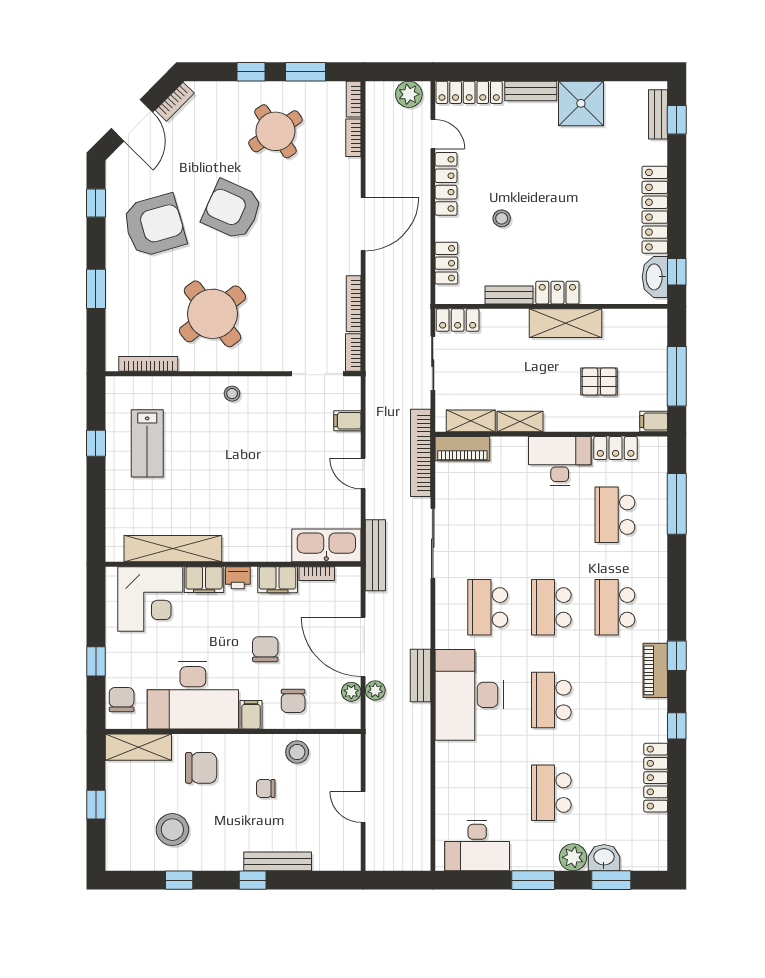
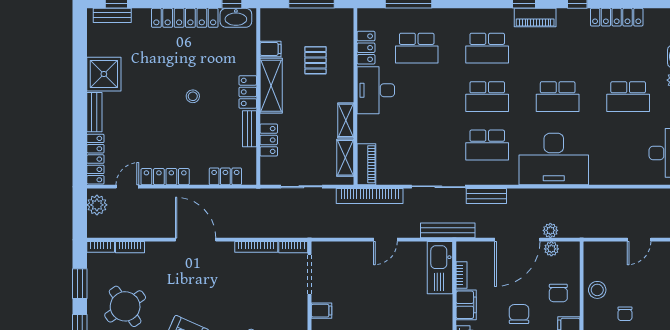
stool: (502, 218) -> (193, 96), moved
locker: (458, 320) -> (269, 140), moved
filing cabinet: (347, 421) -> (321, 311), moved, turned -90
filing cabinet: (654, 422) -> (270, 49), moved, turned -90
chair: (265, 649) -> (519, 314), turned 90
bench: (420, 676) -> (486, 196), moved
chair: (293, 701) -> (558, 293), turned 90

